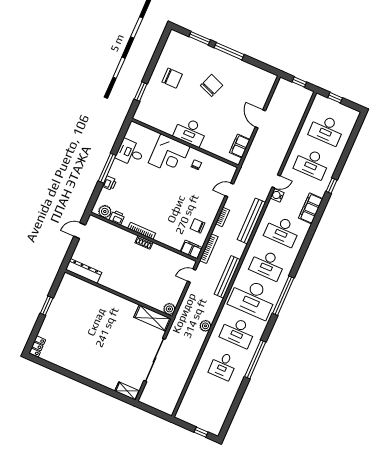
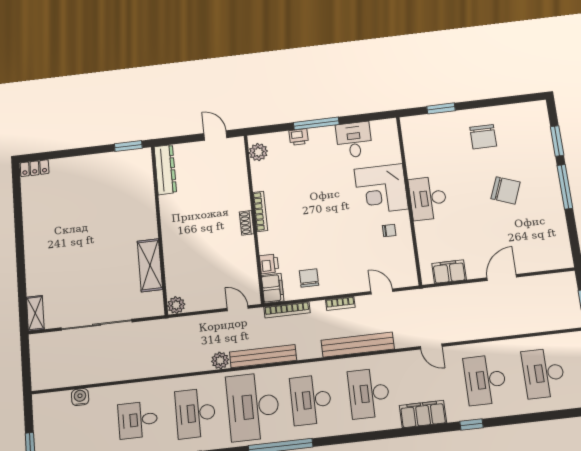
water cooler: (277, 195) -> (80, 397), moved
printer: (117, 218) -> (269, 264), moved
window: (47, 306) -> (128, 146), moved
shelving: (152, 318) -> (150, 265), moved
plant: (205, 326) -> (220, 360), moved

